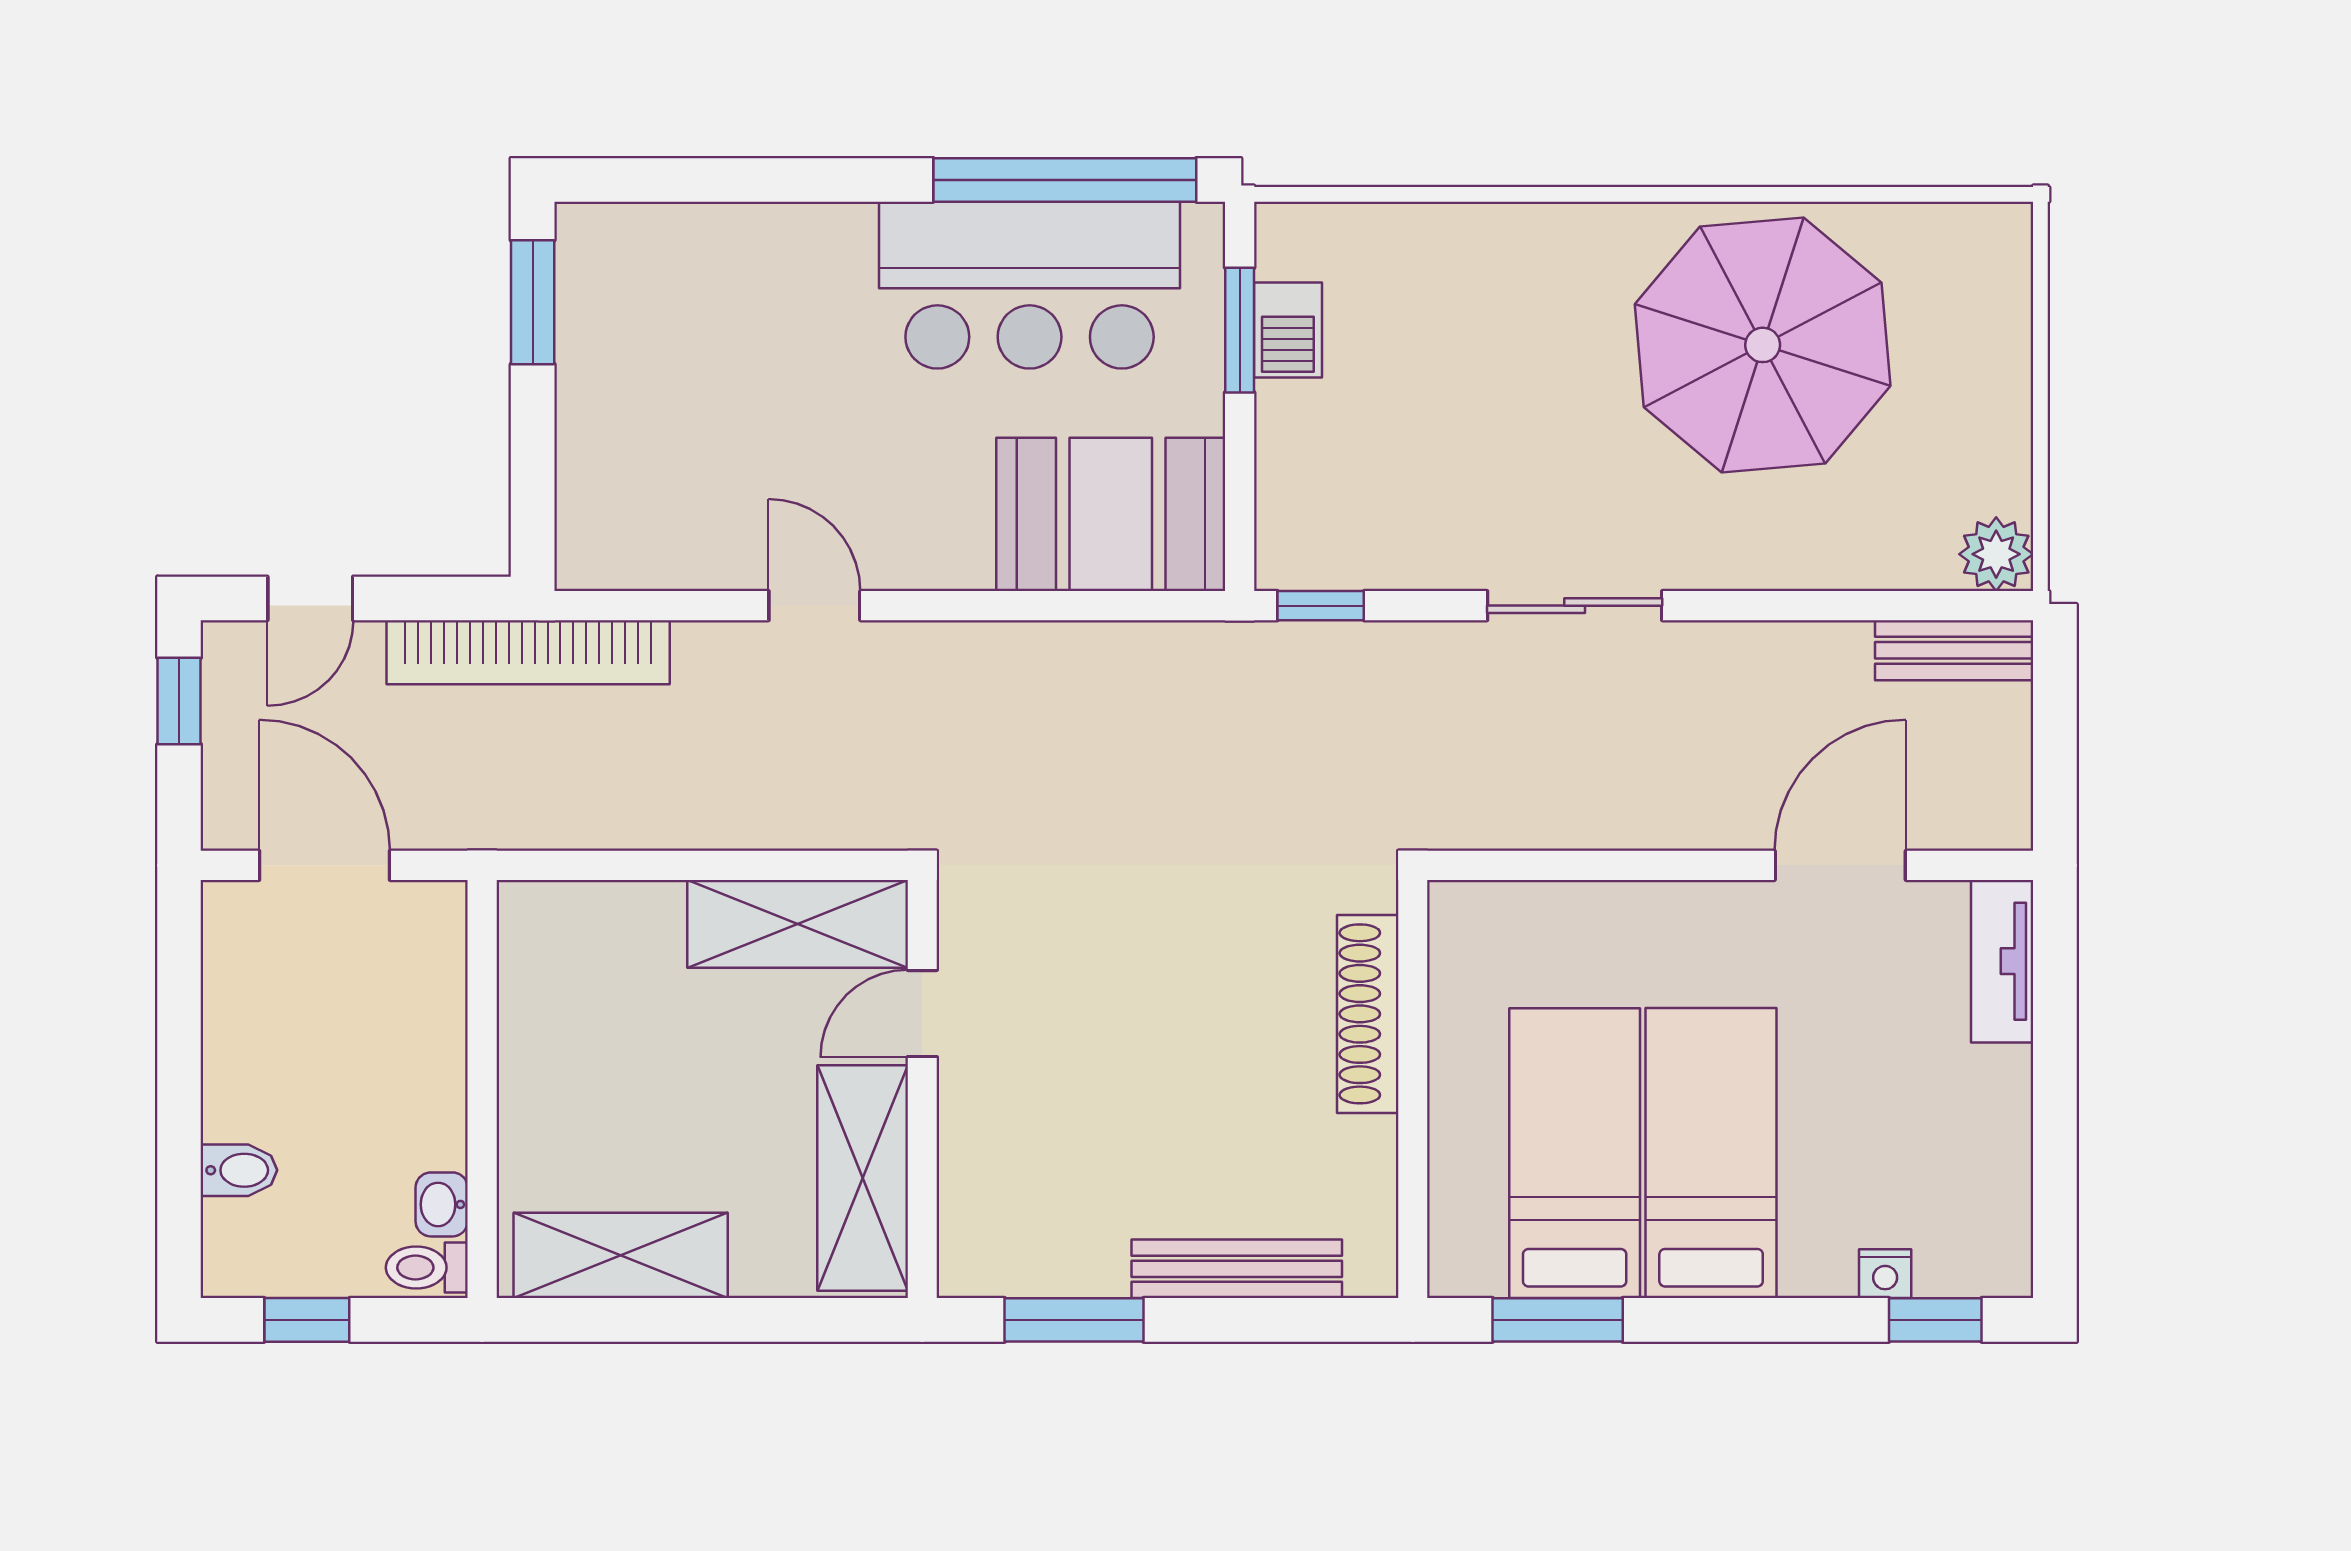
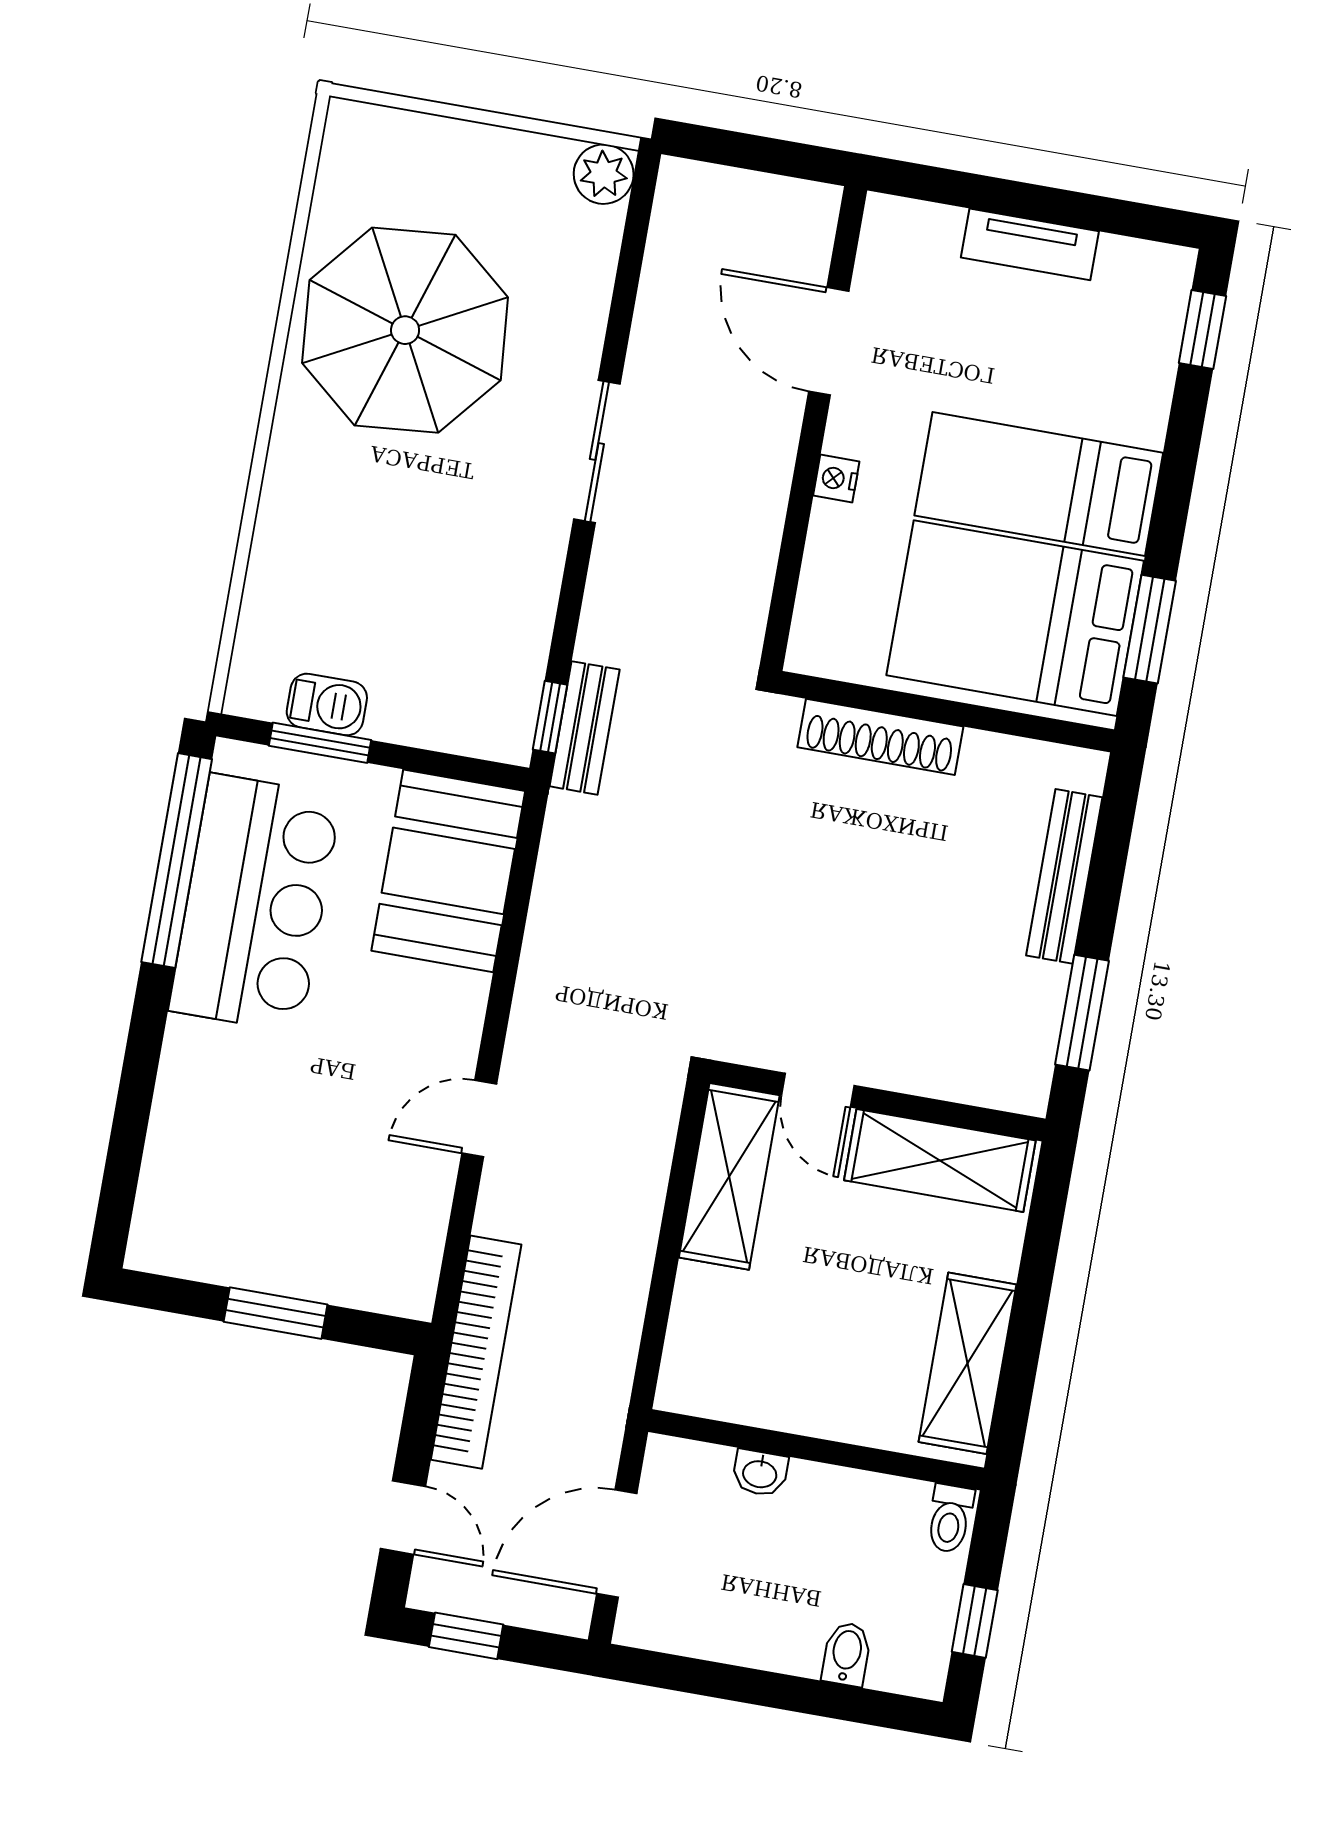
window: (533, 302) -> (276, 1313), moved
sliding door: (1575, 606) -> (597, 452), moved
bench: (1954, 650) -> (585, 728), moved
tv unit: (2002, 961) -> (1030, 244), moved
bed: (1575, 1153) -> (1015, 618), width x1.50
washbasin: (442, 1204) -> (760, 1473), moved
nightstand: (1885, 1274) -> (836, 479), moved, turned 180

